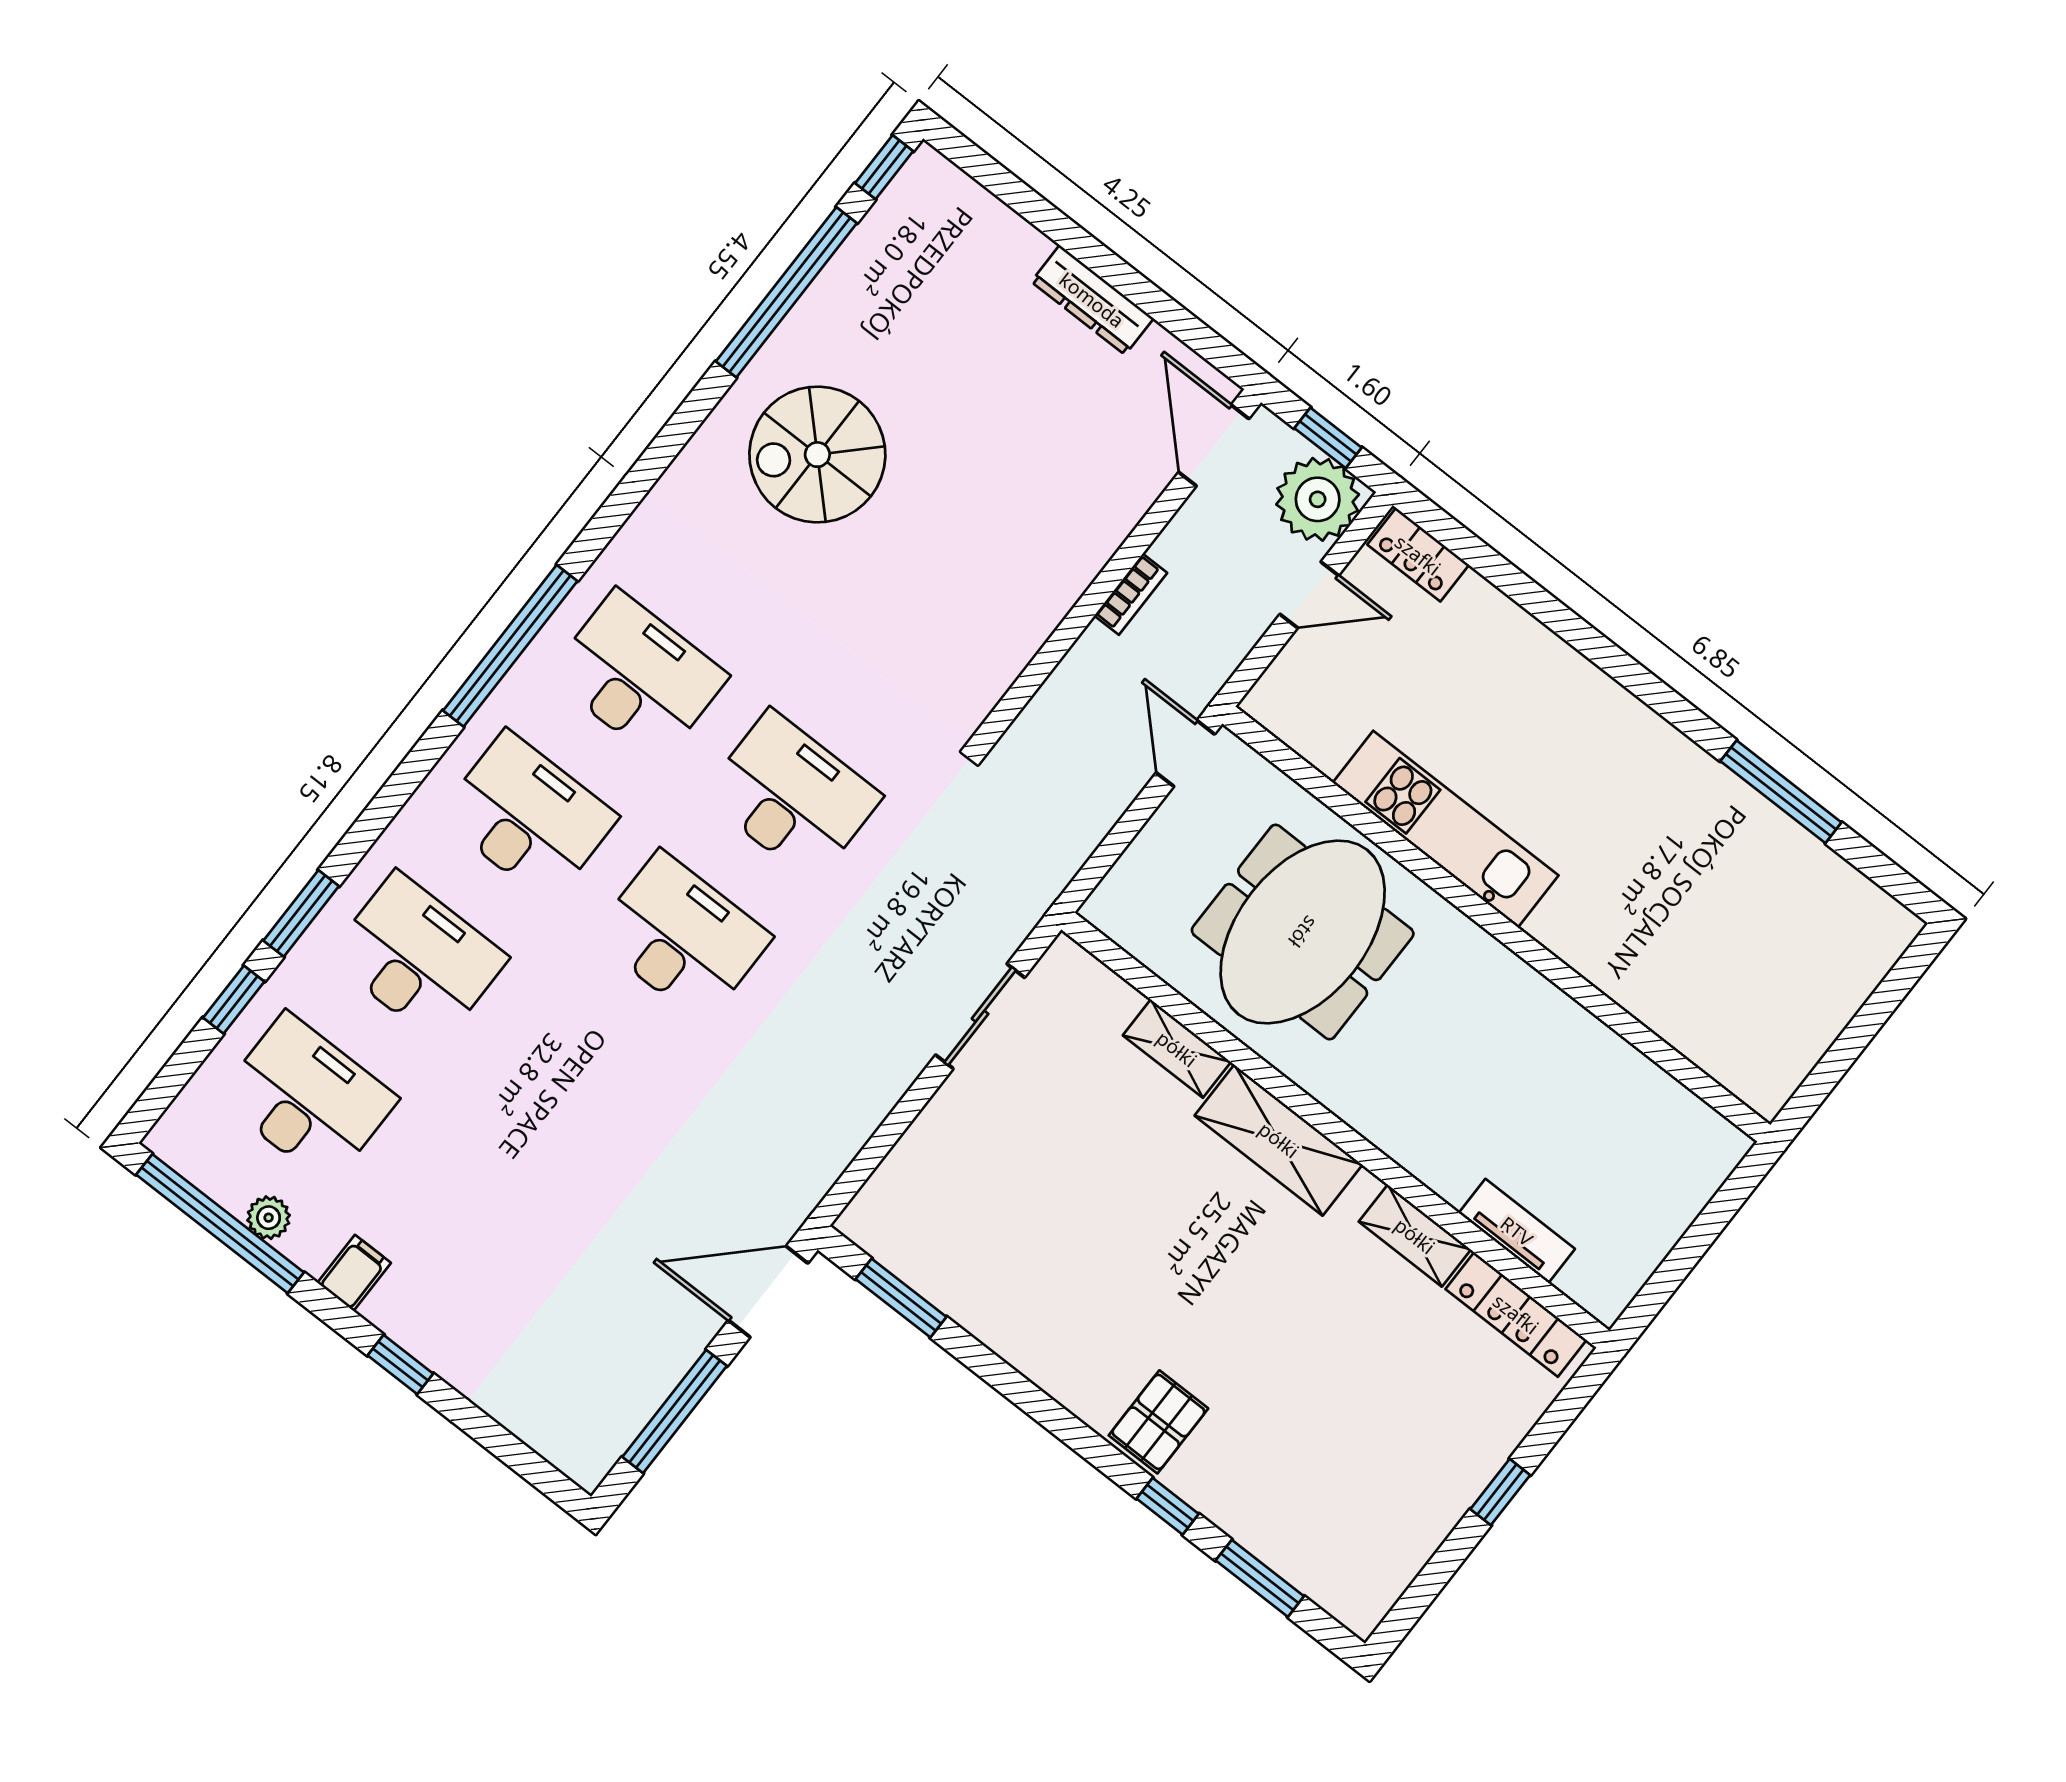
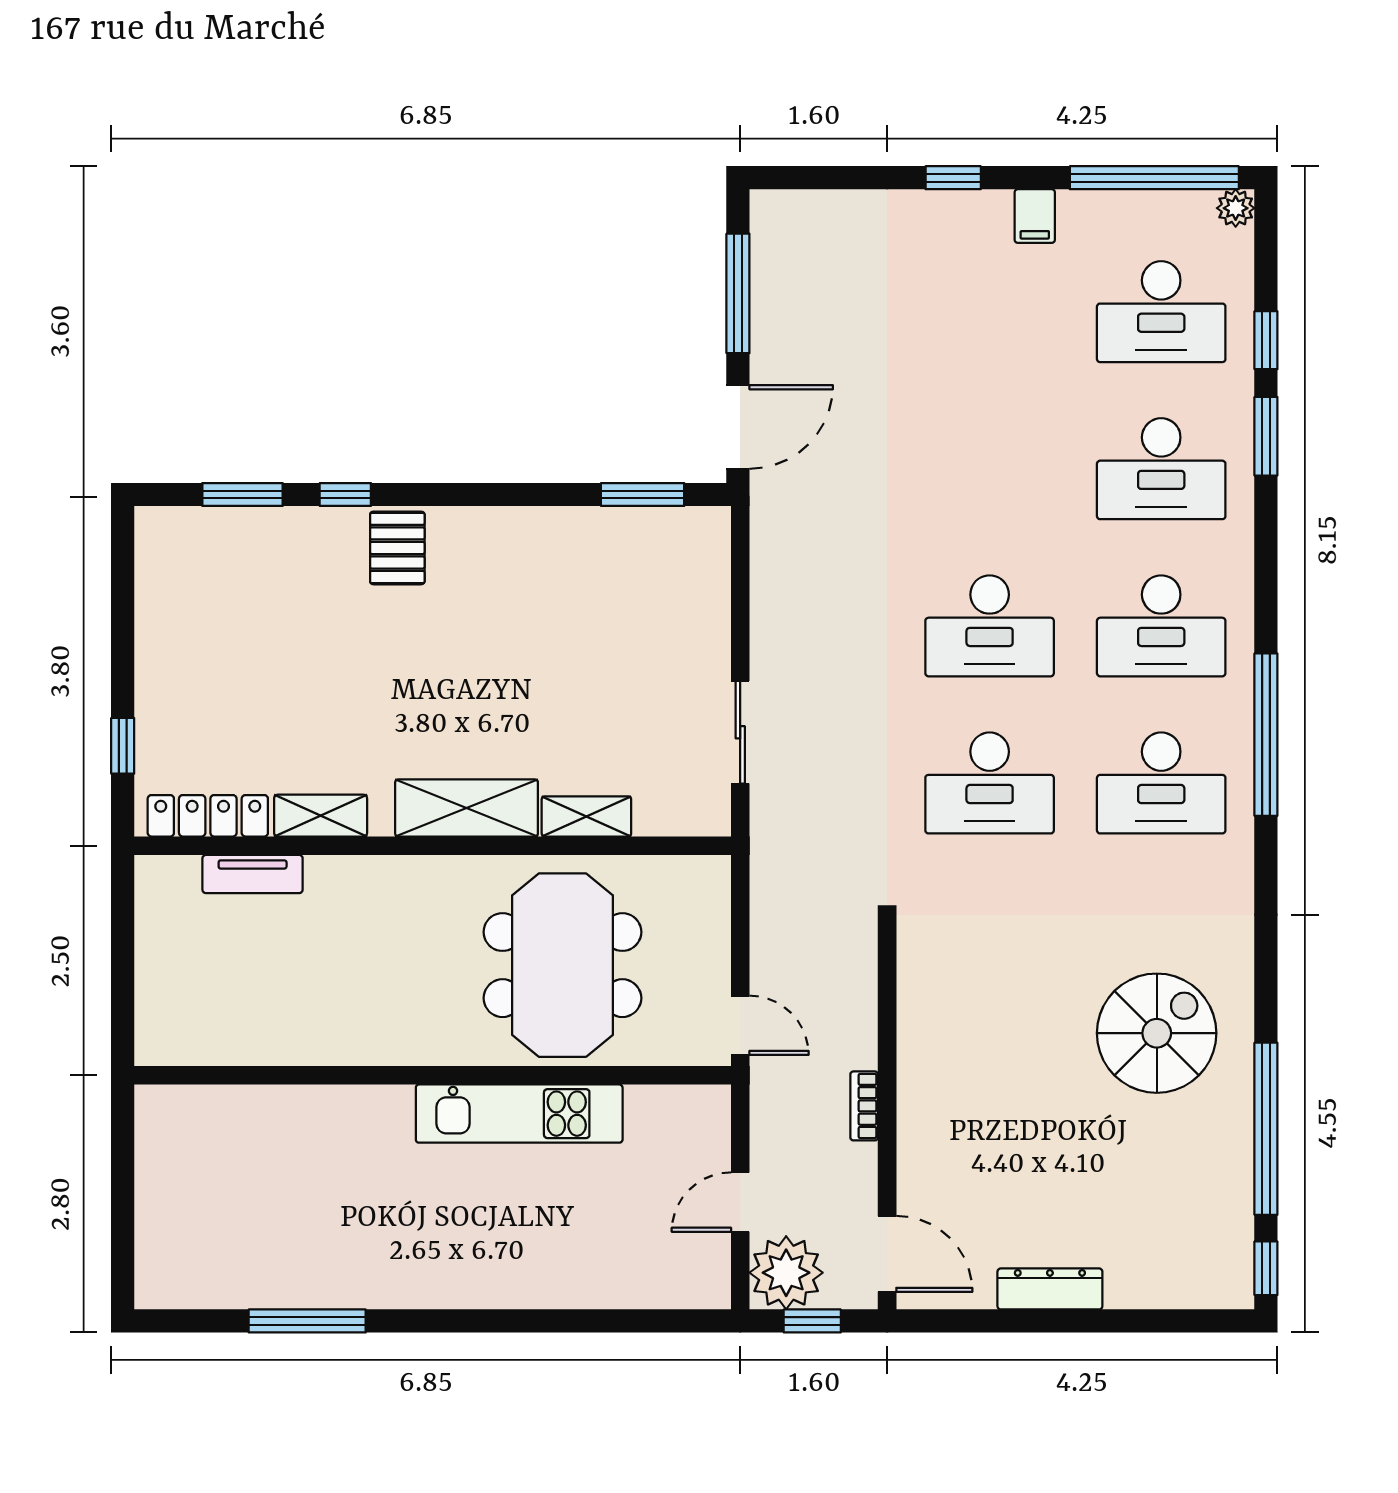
locker: (1418, 555) -> (687, 1289), removed
plant: (269, 1218) -> (1236, 208), moved
window: (1500, 1492) -> (123, 746), moved

